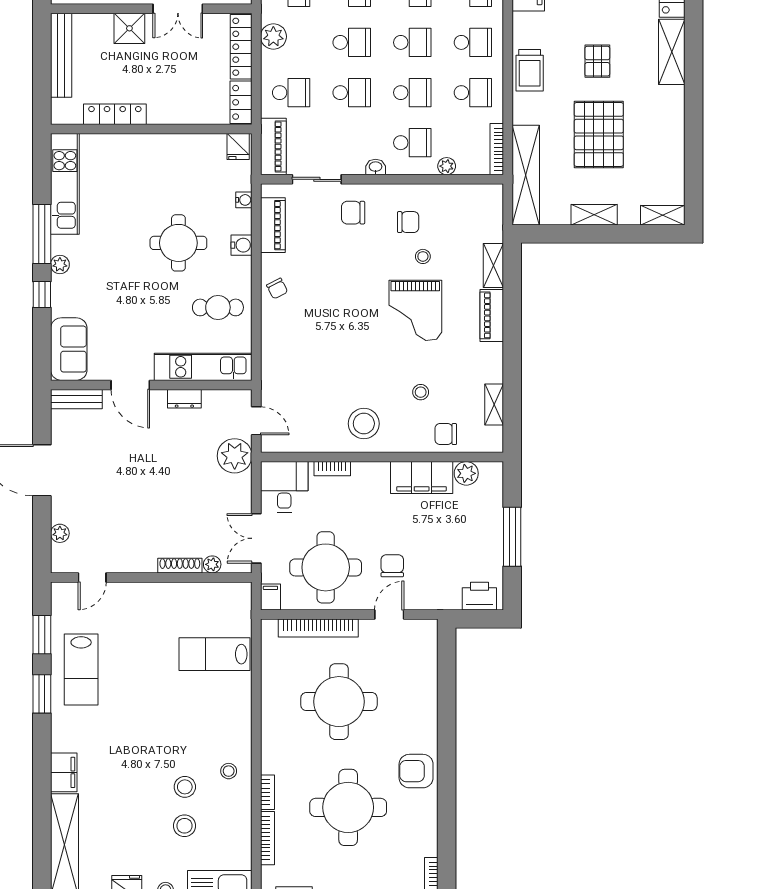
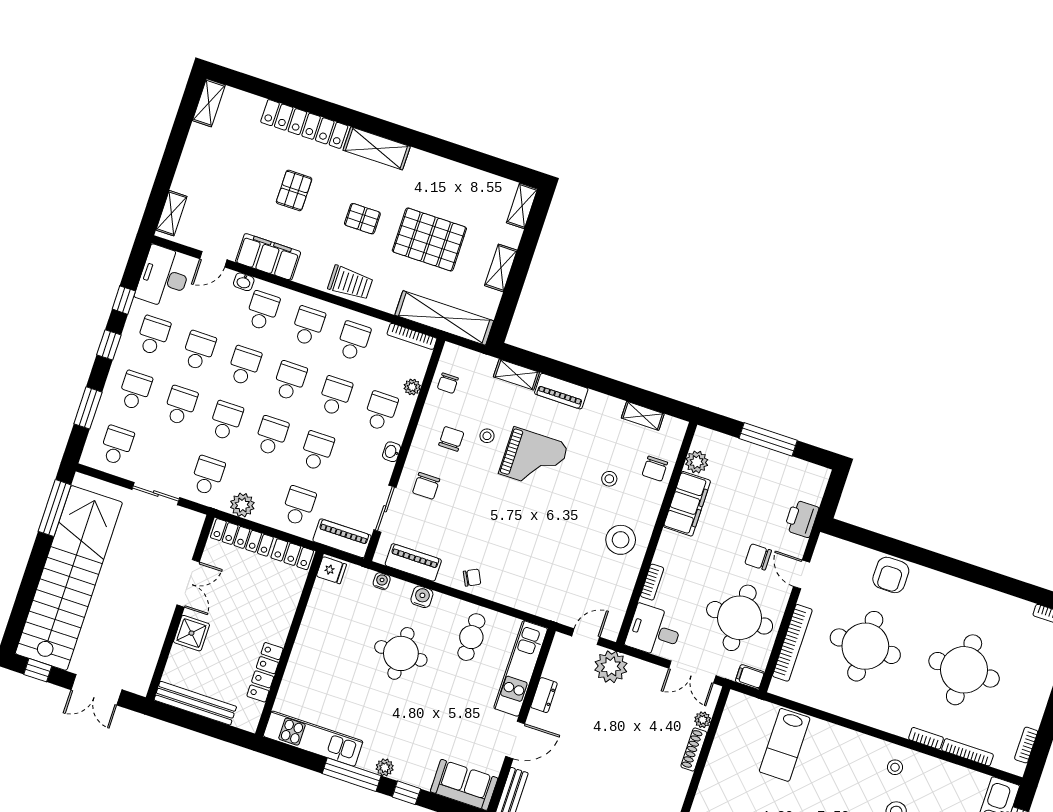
chair: (462, 200) -> (448, 383), added
printer: (479, 596) -> (801, 519), moved
armchair: (416, 771) -> (891, 575), moved

